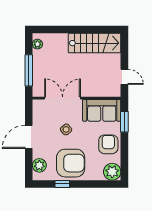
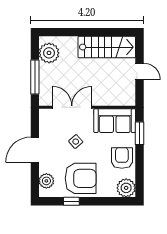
plant: (37, 44) -> (49, 53), width x1.88, depth x1.88
door: (124, 77) -> (140, 71), moved

